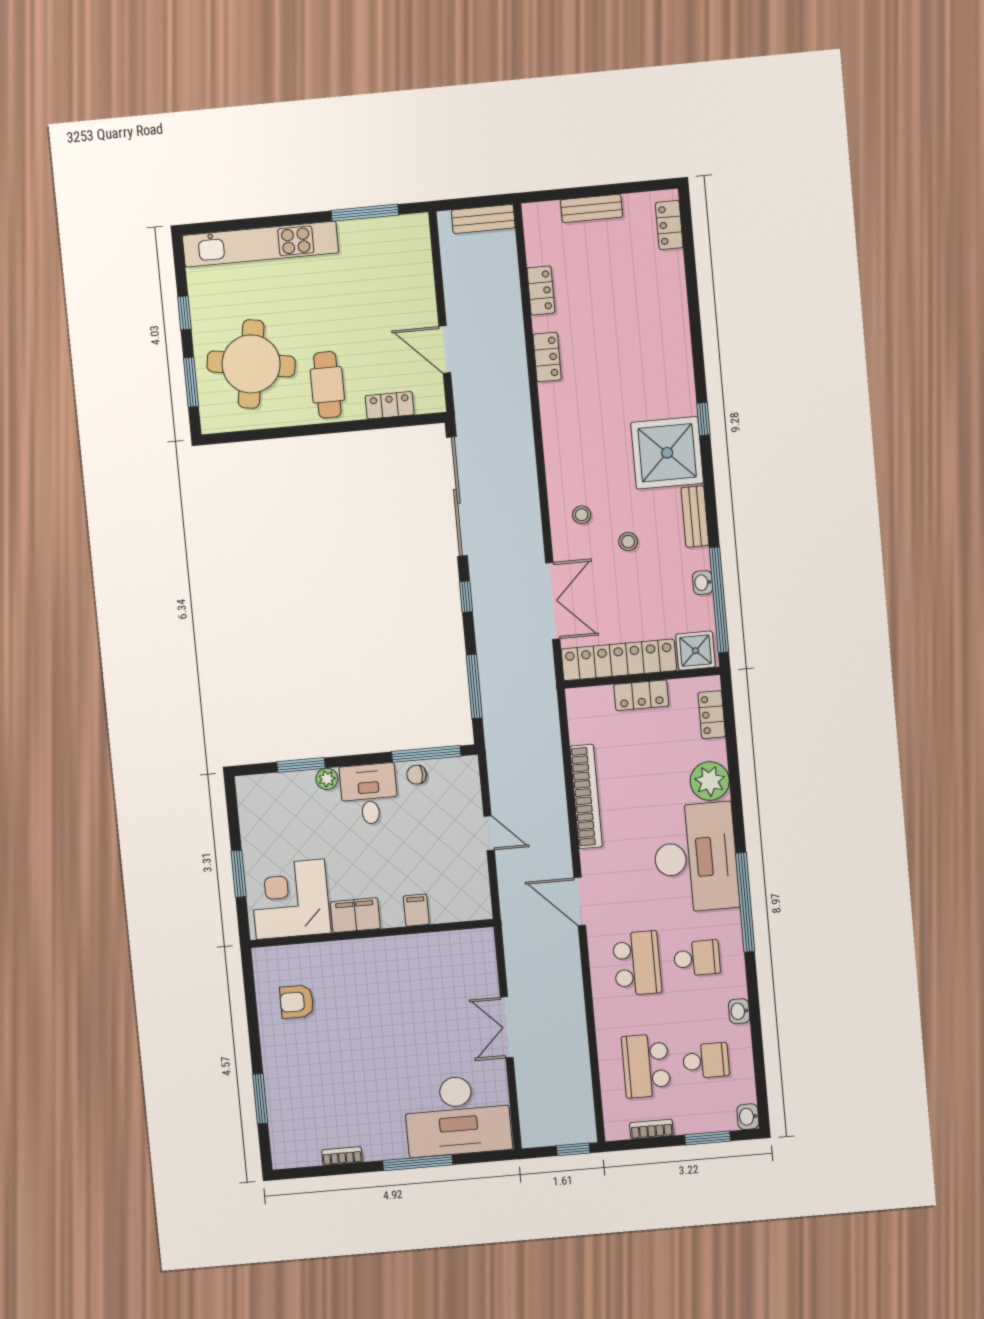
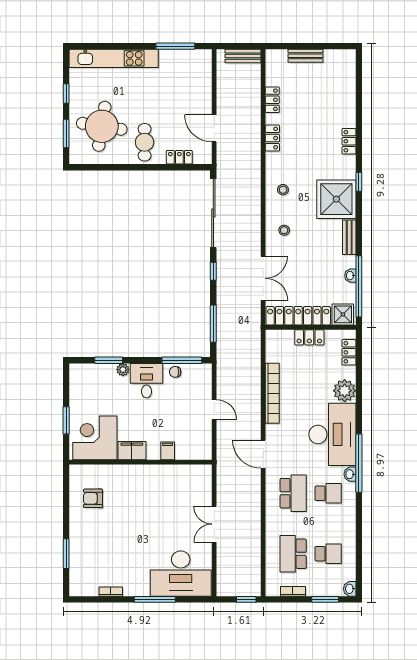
locker: (669, 225) -> (349, 141), moved
stool: (628, 542) -> (283, 190), moved
washbasin: (739, 1011) -> (350, 474), moved

